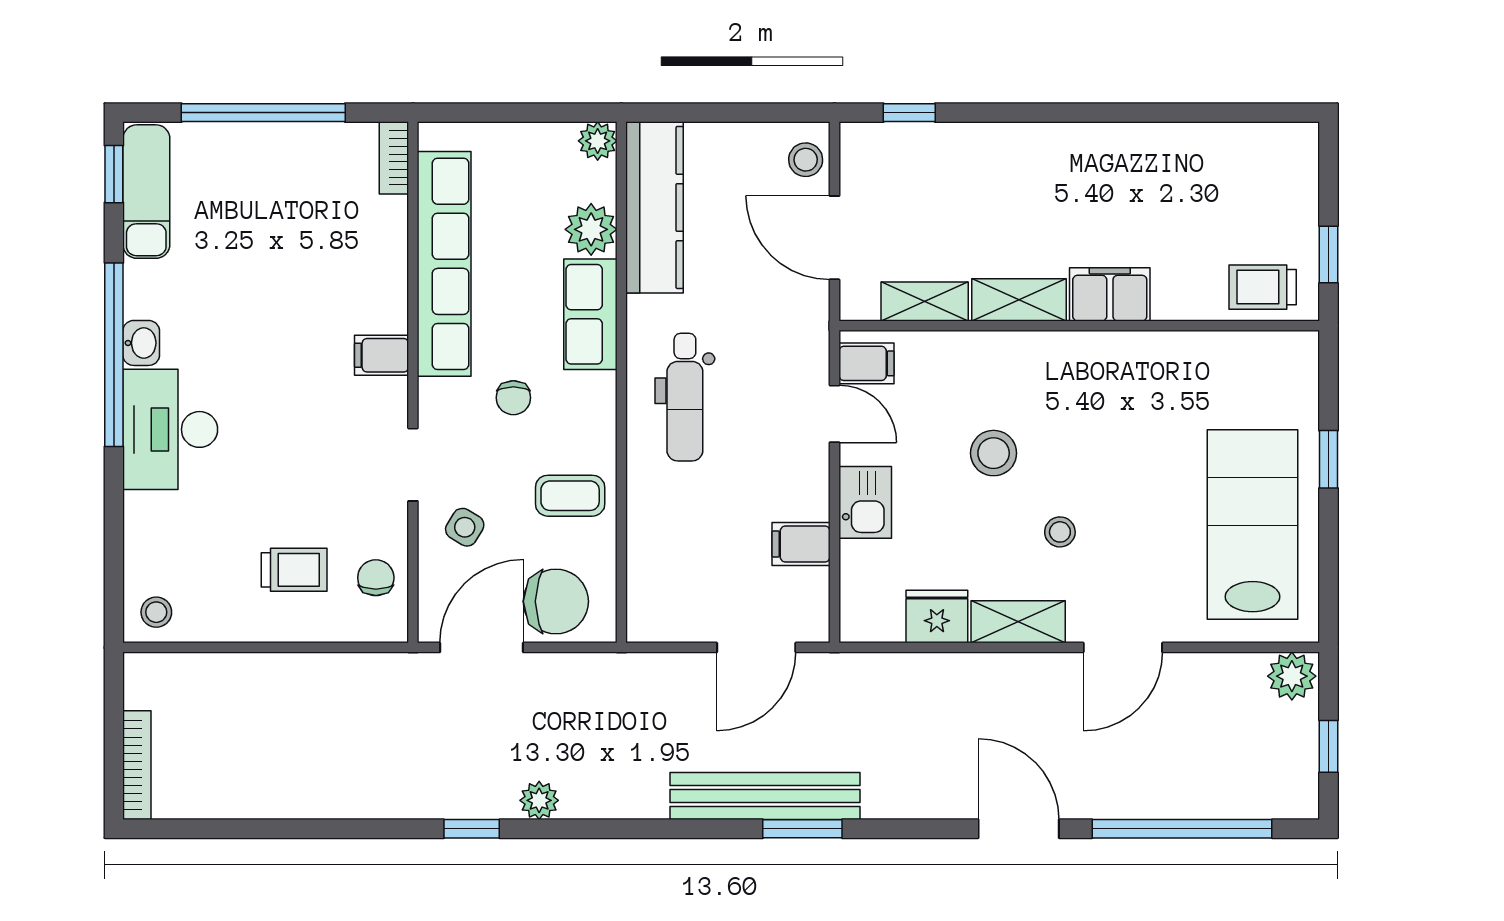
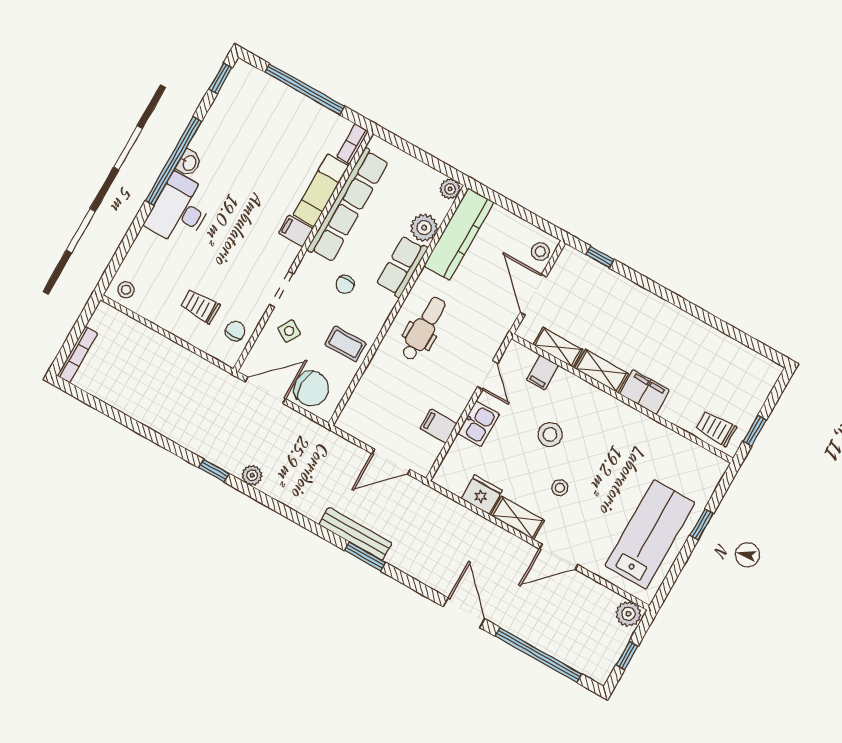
exam couch: (146, 192) -> (321, 190), moved, turned 180
filing cabinet: (866, 363) -> (543, 372), moved, turned 90
dental chair: (685, 397) -> (423, 329), turned 180
trolley: (294, 570) -> (200, 306), turned 180
bench: (765, 796) -> (355, 534), width x0.73, depth x0.82

